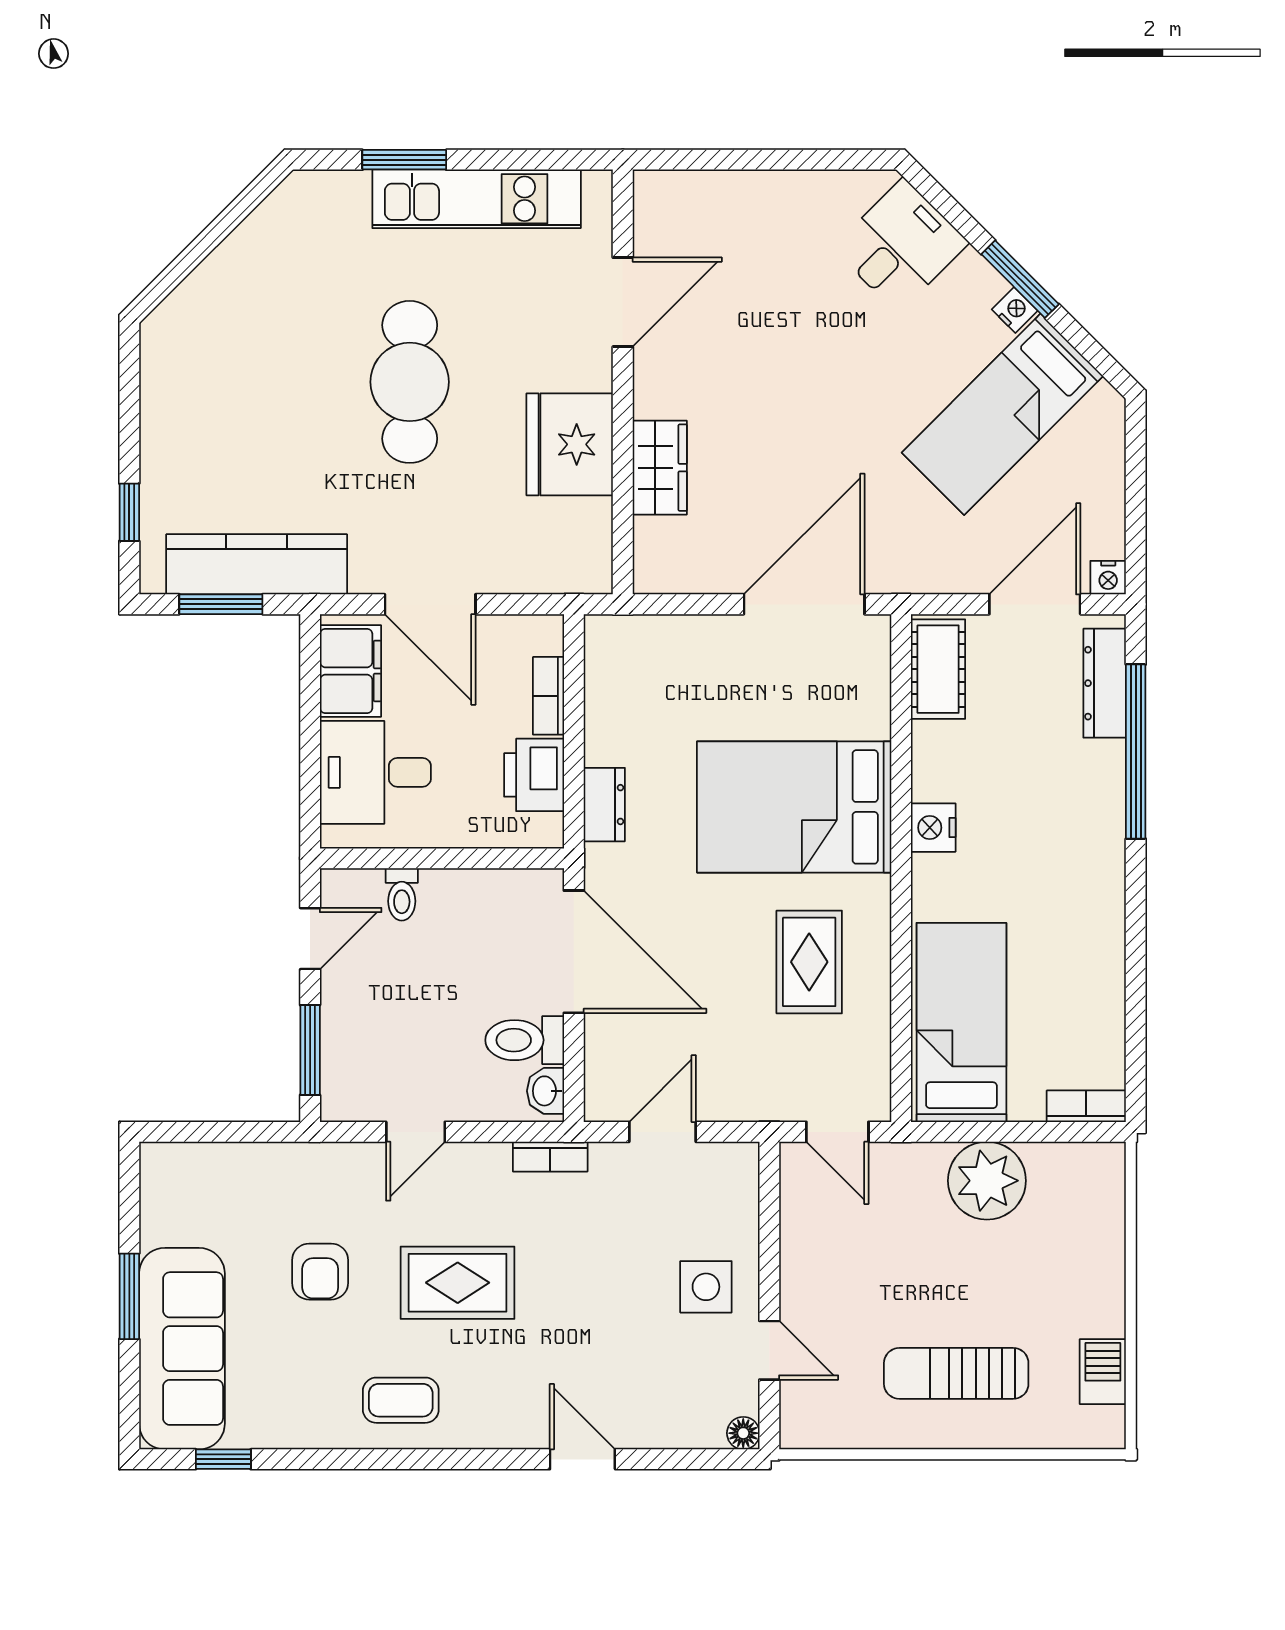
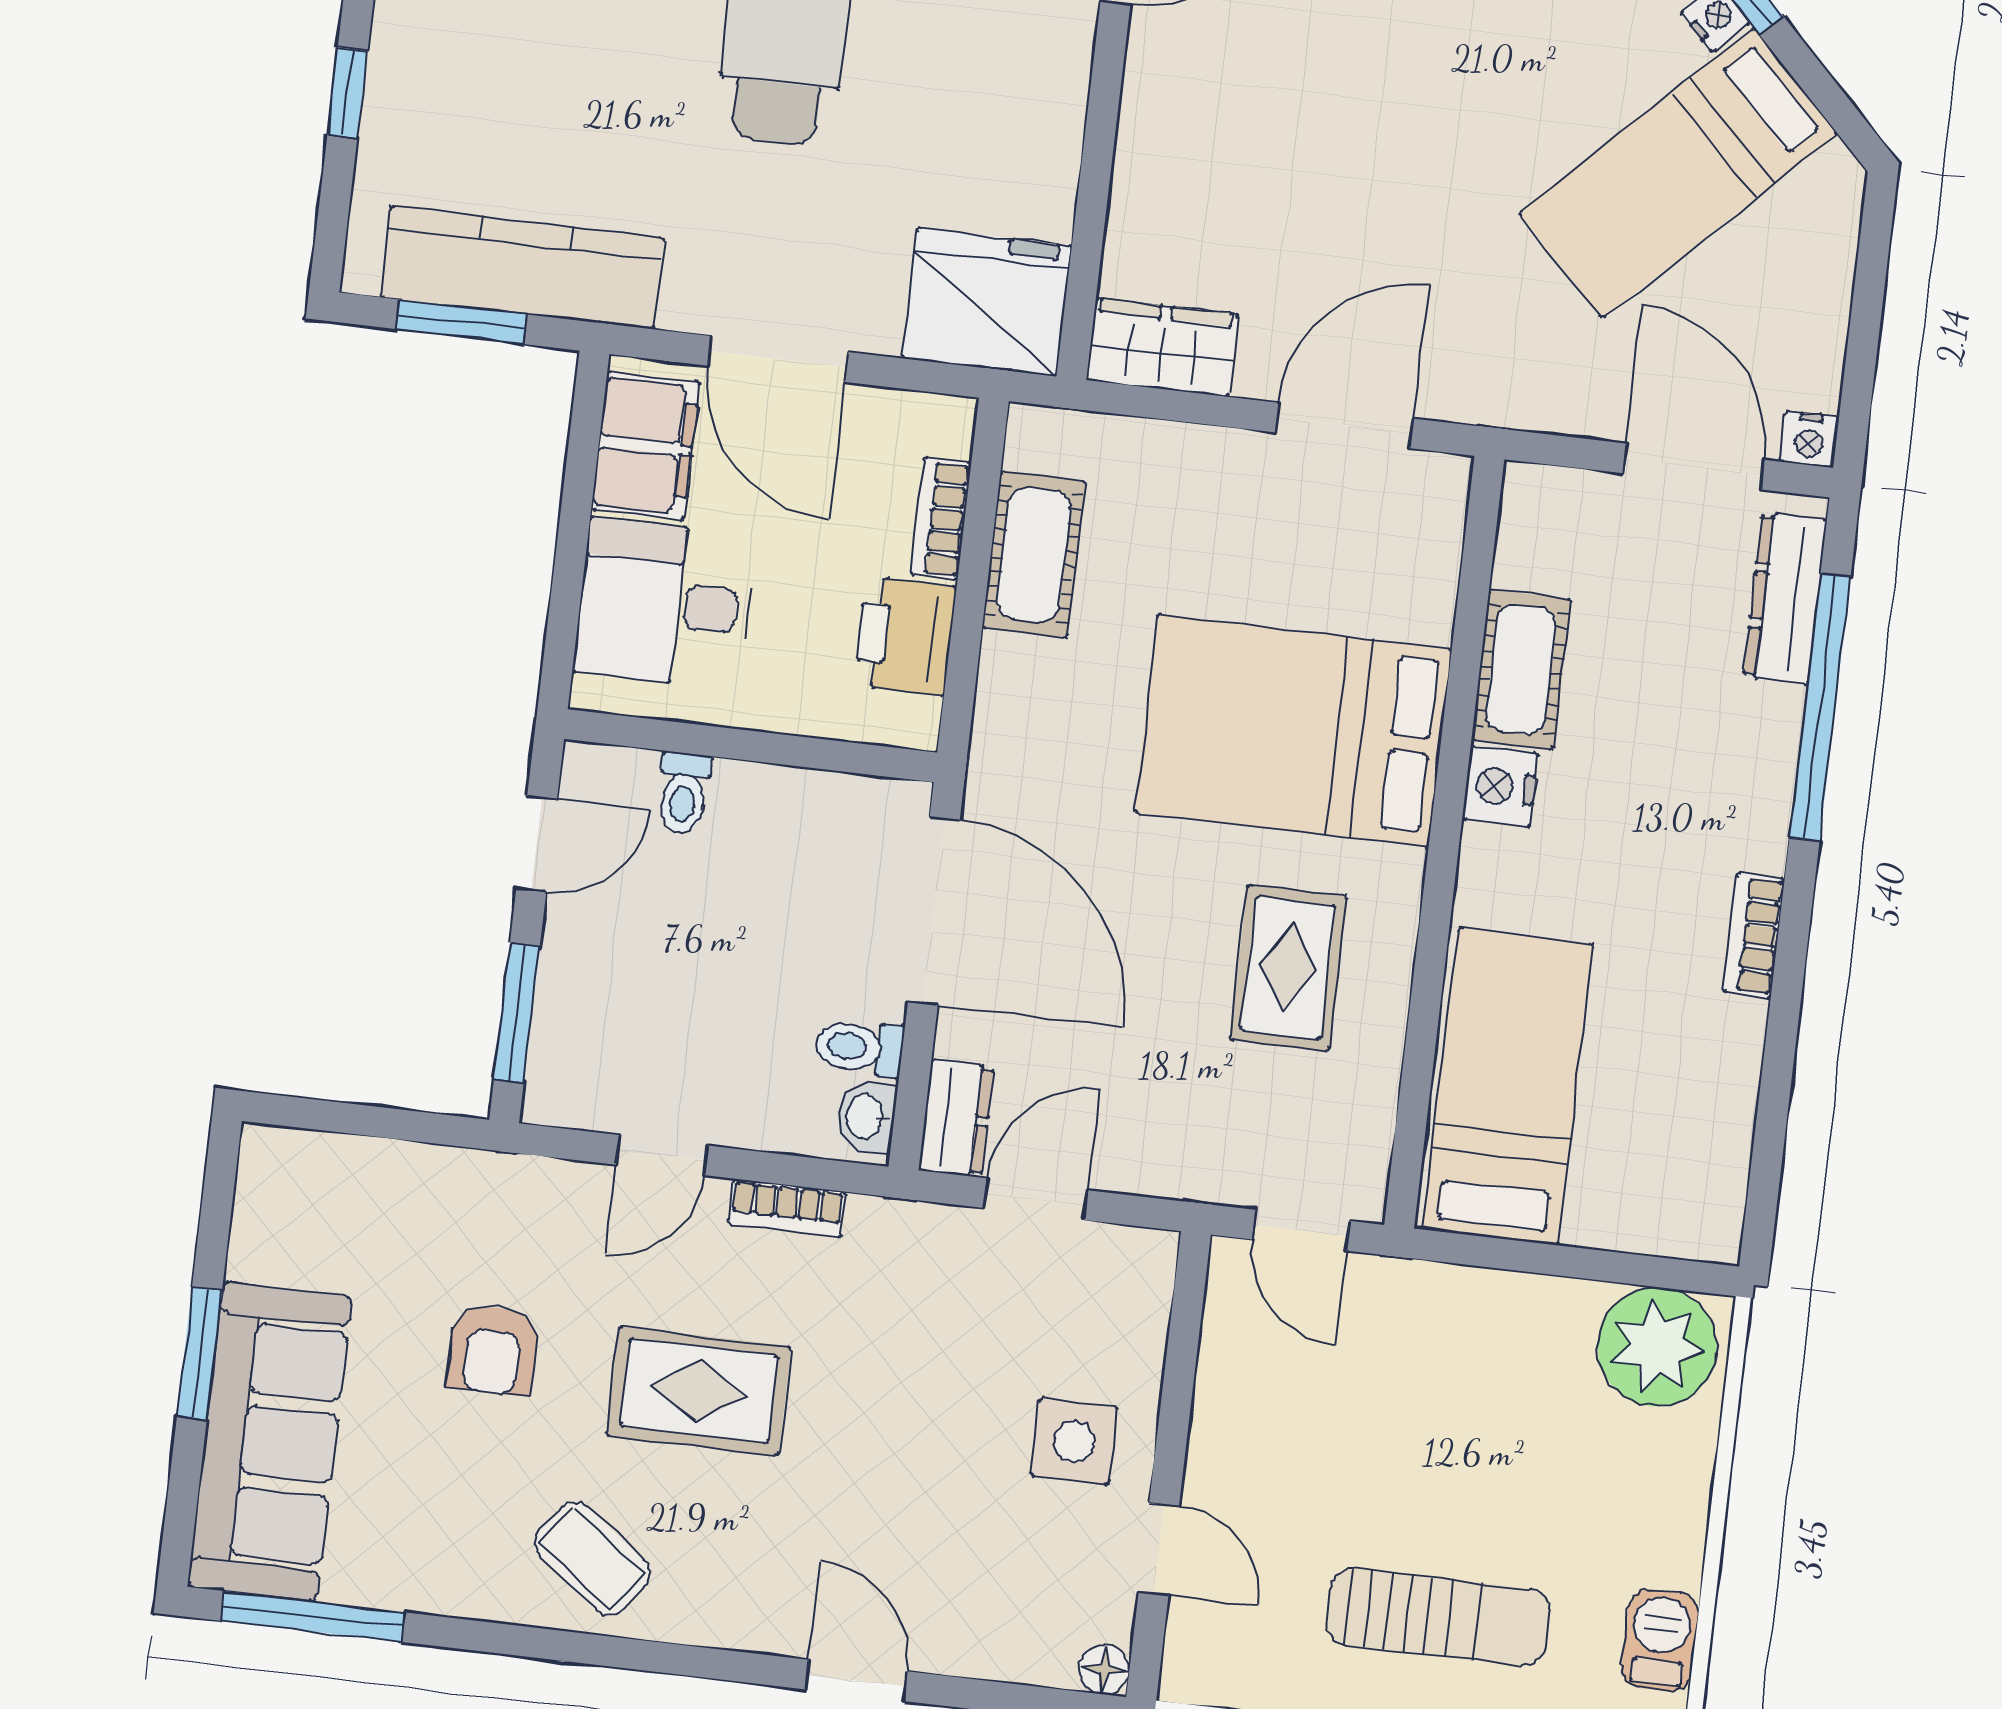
fridge: (570, 444) -> (987, 302), moved, turned 90
wardrobe: (660, 468) -> (1162, 347), moved, turned -90
window: (129, 512) -> (347, 93), moved
door: (804, 604) -> (1344, 425), width x0.73
door: (1035, 604) -> (1693, 466), hinge flipped
cot: (938, 669) -> (1521, 669), moved
cot: (612, 712) -> (1034, 555), added
dresser: (604, 805) -> (956, 1118), moved
toilet: (525, 1040) -> (859, 1047), width x0.73, depth x0.72
bookcase: (1086, 1106) -> (1754, 935), moved, turned -90
bookcase: (550, 1157) -> (787, 1208), moved
plant: (987, 1181) -> (1657, 1347), moved
sun lounger: (956, 1373) -> (1438, 1617), turned 180
coffee table: (401, 1400) -> (592, 1559), turned 37
window: (223, 1459) -> (313, 1617), width x2.17

